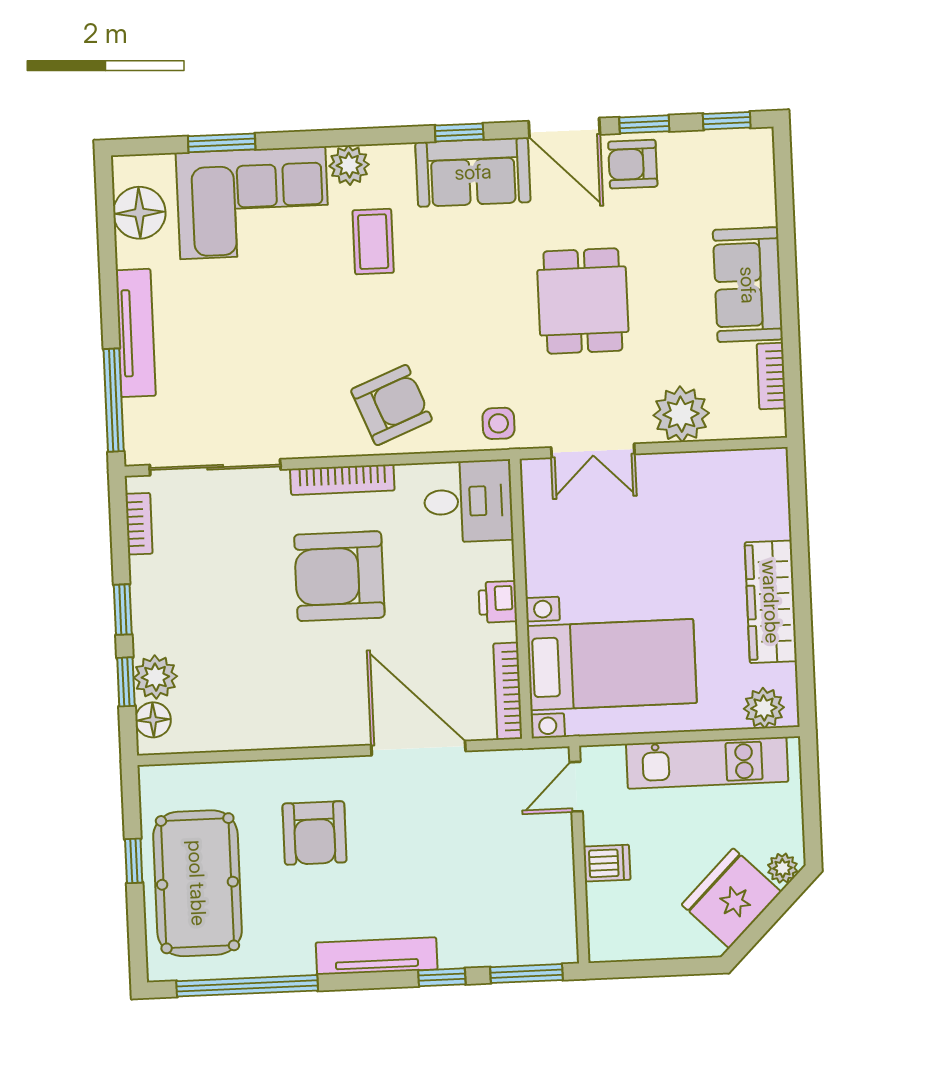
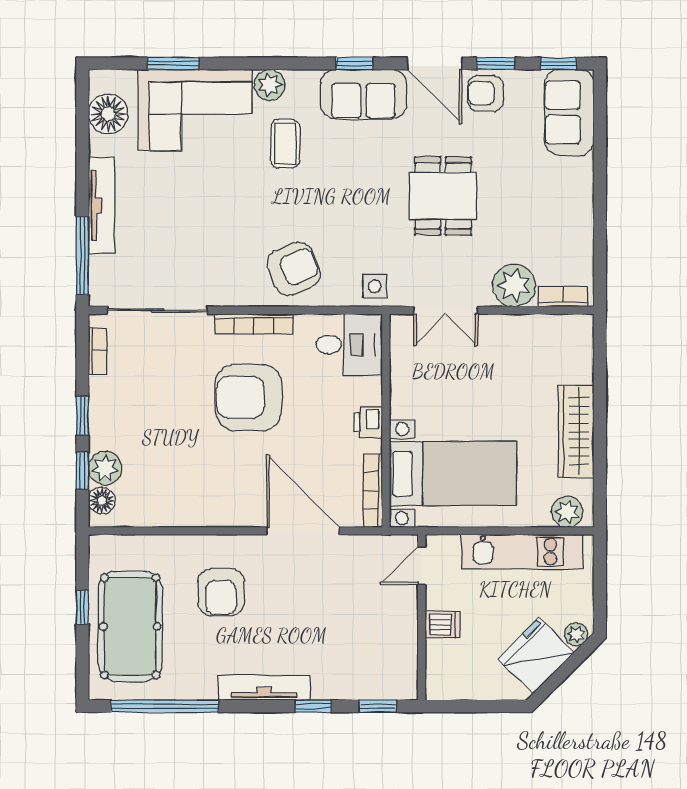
sofa: (748, 285) -> (569, 112), moved
bookcase: (771, 376) -> (563, 297), moved, turned 90
window: (527, 974) -> (378, 706), width x0.67

